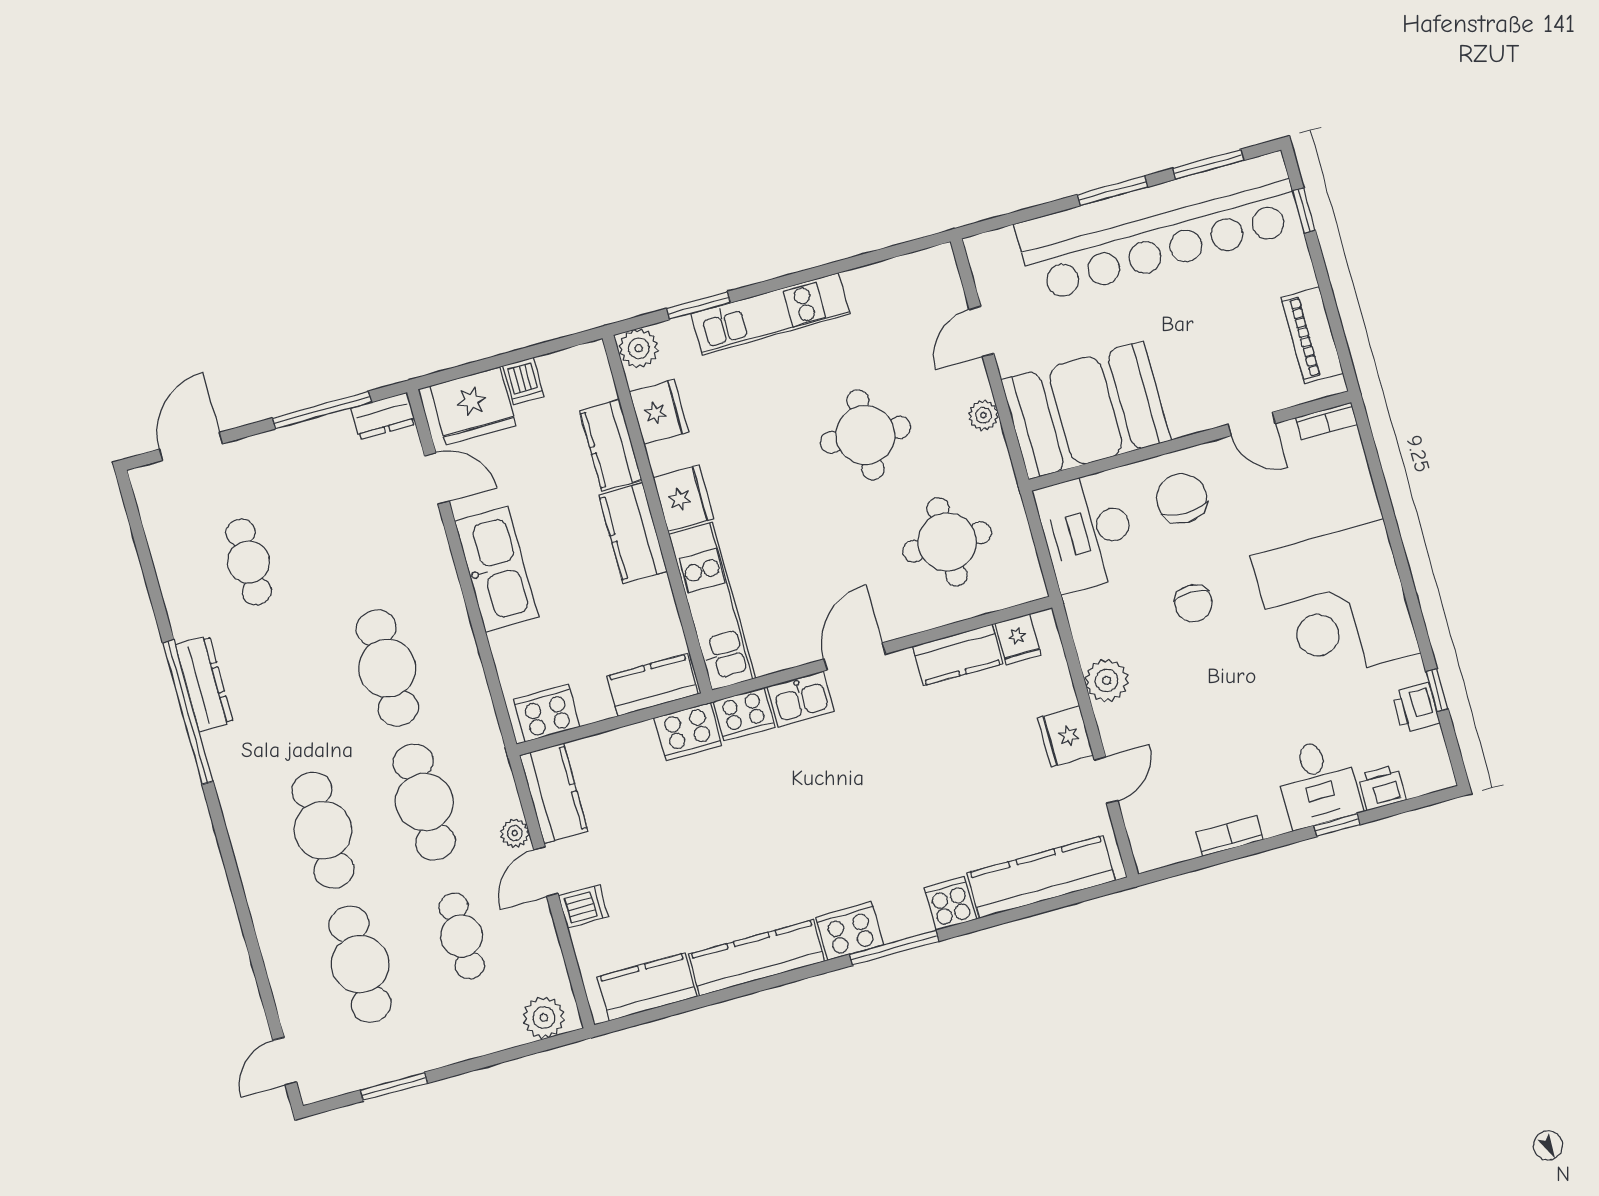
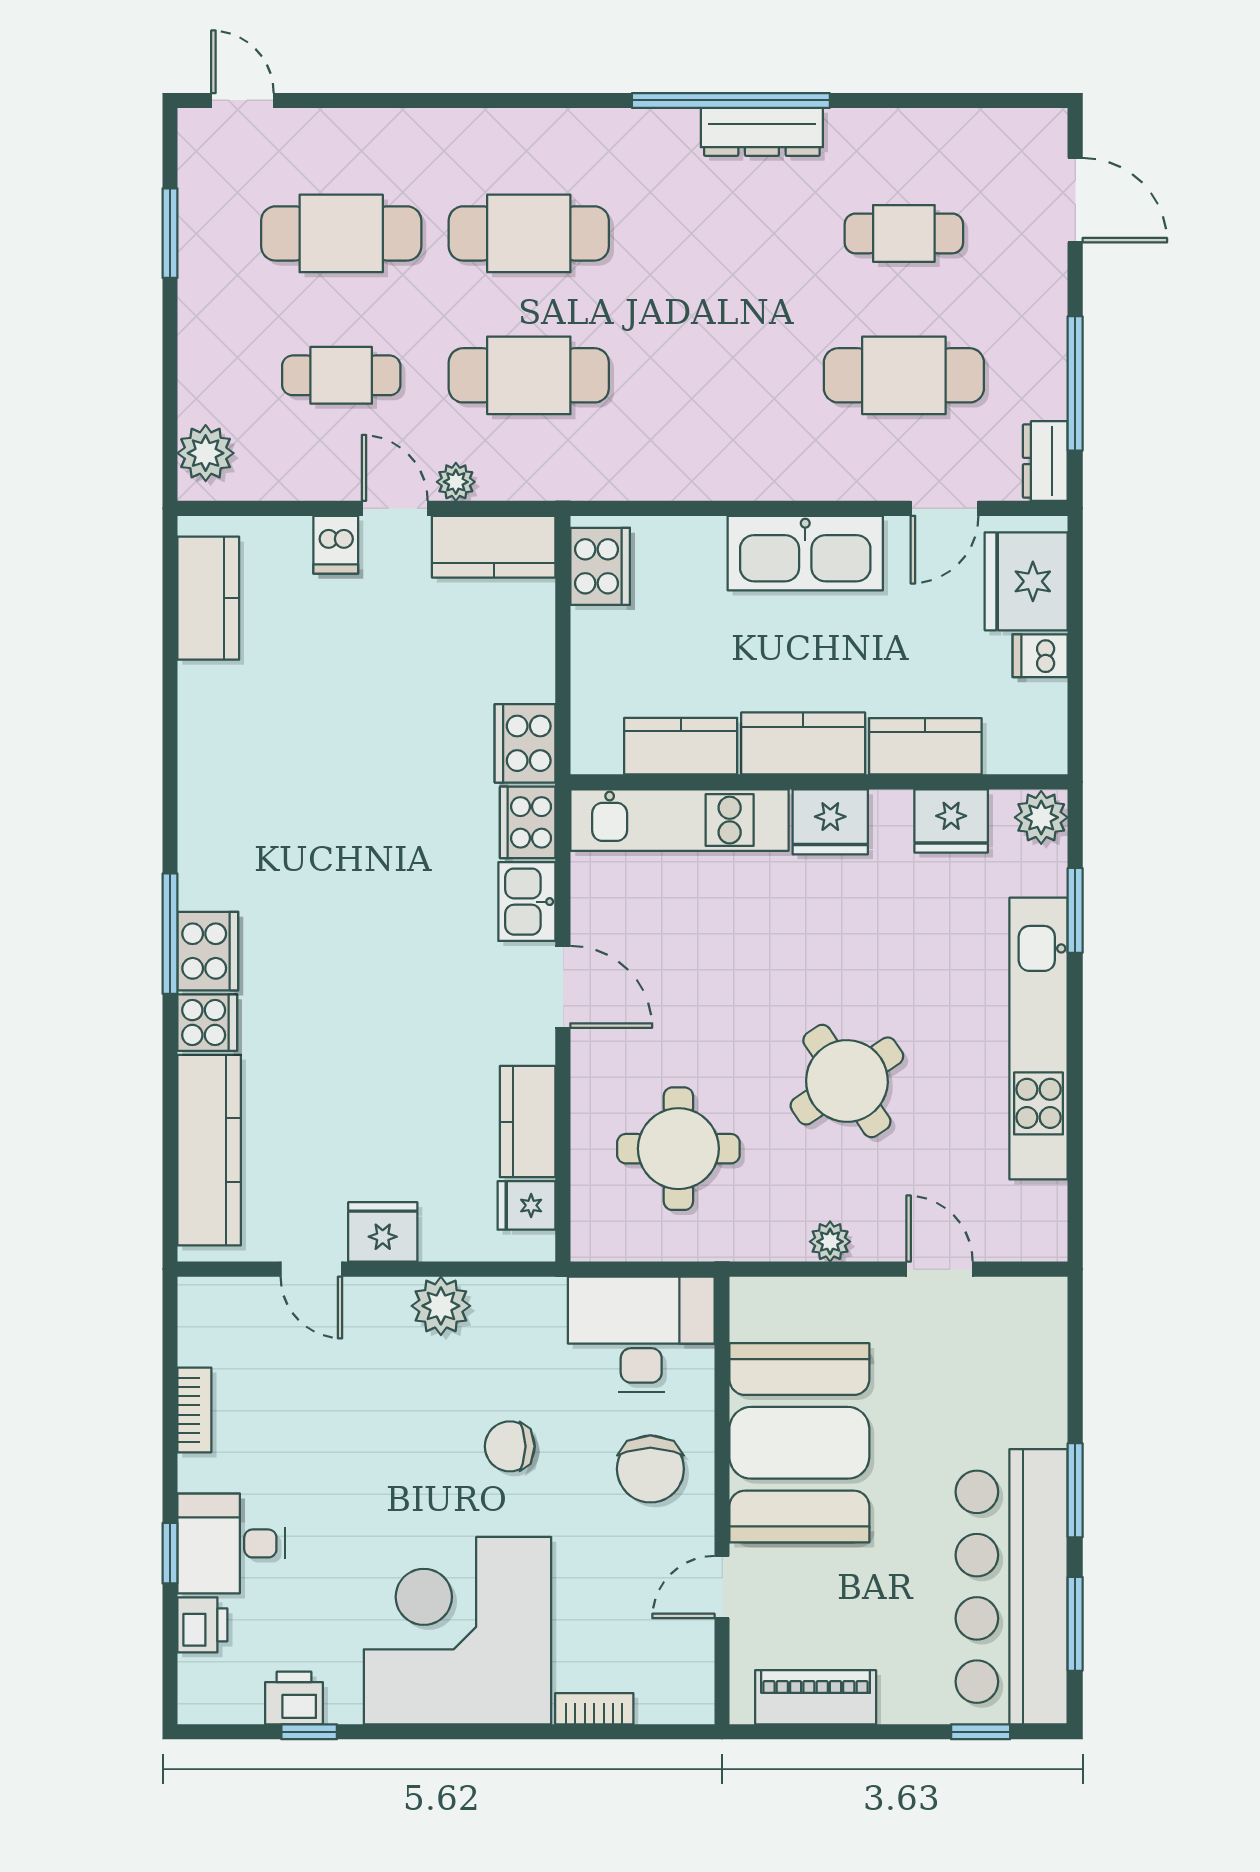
bar counter: (1159, 227) -> (1012, 1587), width x0.73
kitchen unit: (770, 314) -> (1039, 1039), width x1.36
booth: (1086, 410) -> (799, 1443), moved
bookcase: (1327, 421) -> (594, 1709), moved, turned 90
round table: (865, 435) -> (847, 1081), turned -37
chair: (1182, 498) -> (650, 1469), turned 90
cafe table: (387, 668) -> (904, 375), moved
kitchen counter: (653, 685) -> (681, 746), moved, turned -90
cooker: (850, 931) -> (208, 951), moved
kitchen counter: (757, 958) -> (207, 751), removed

